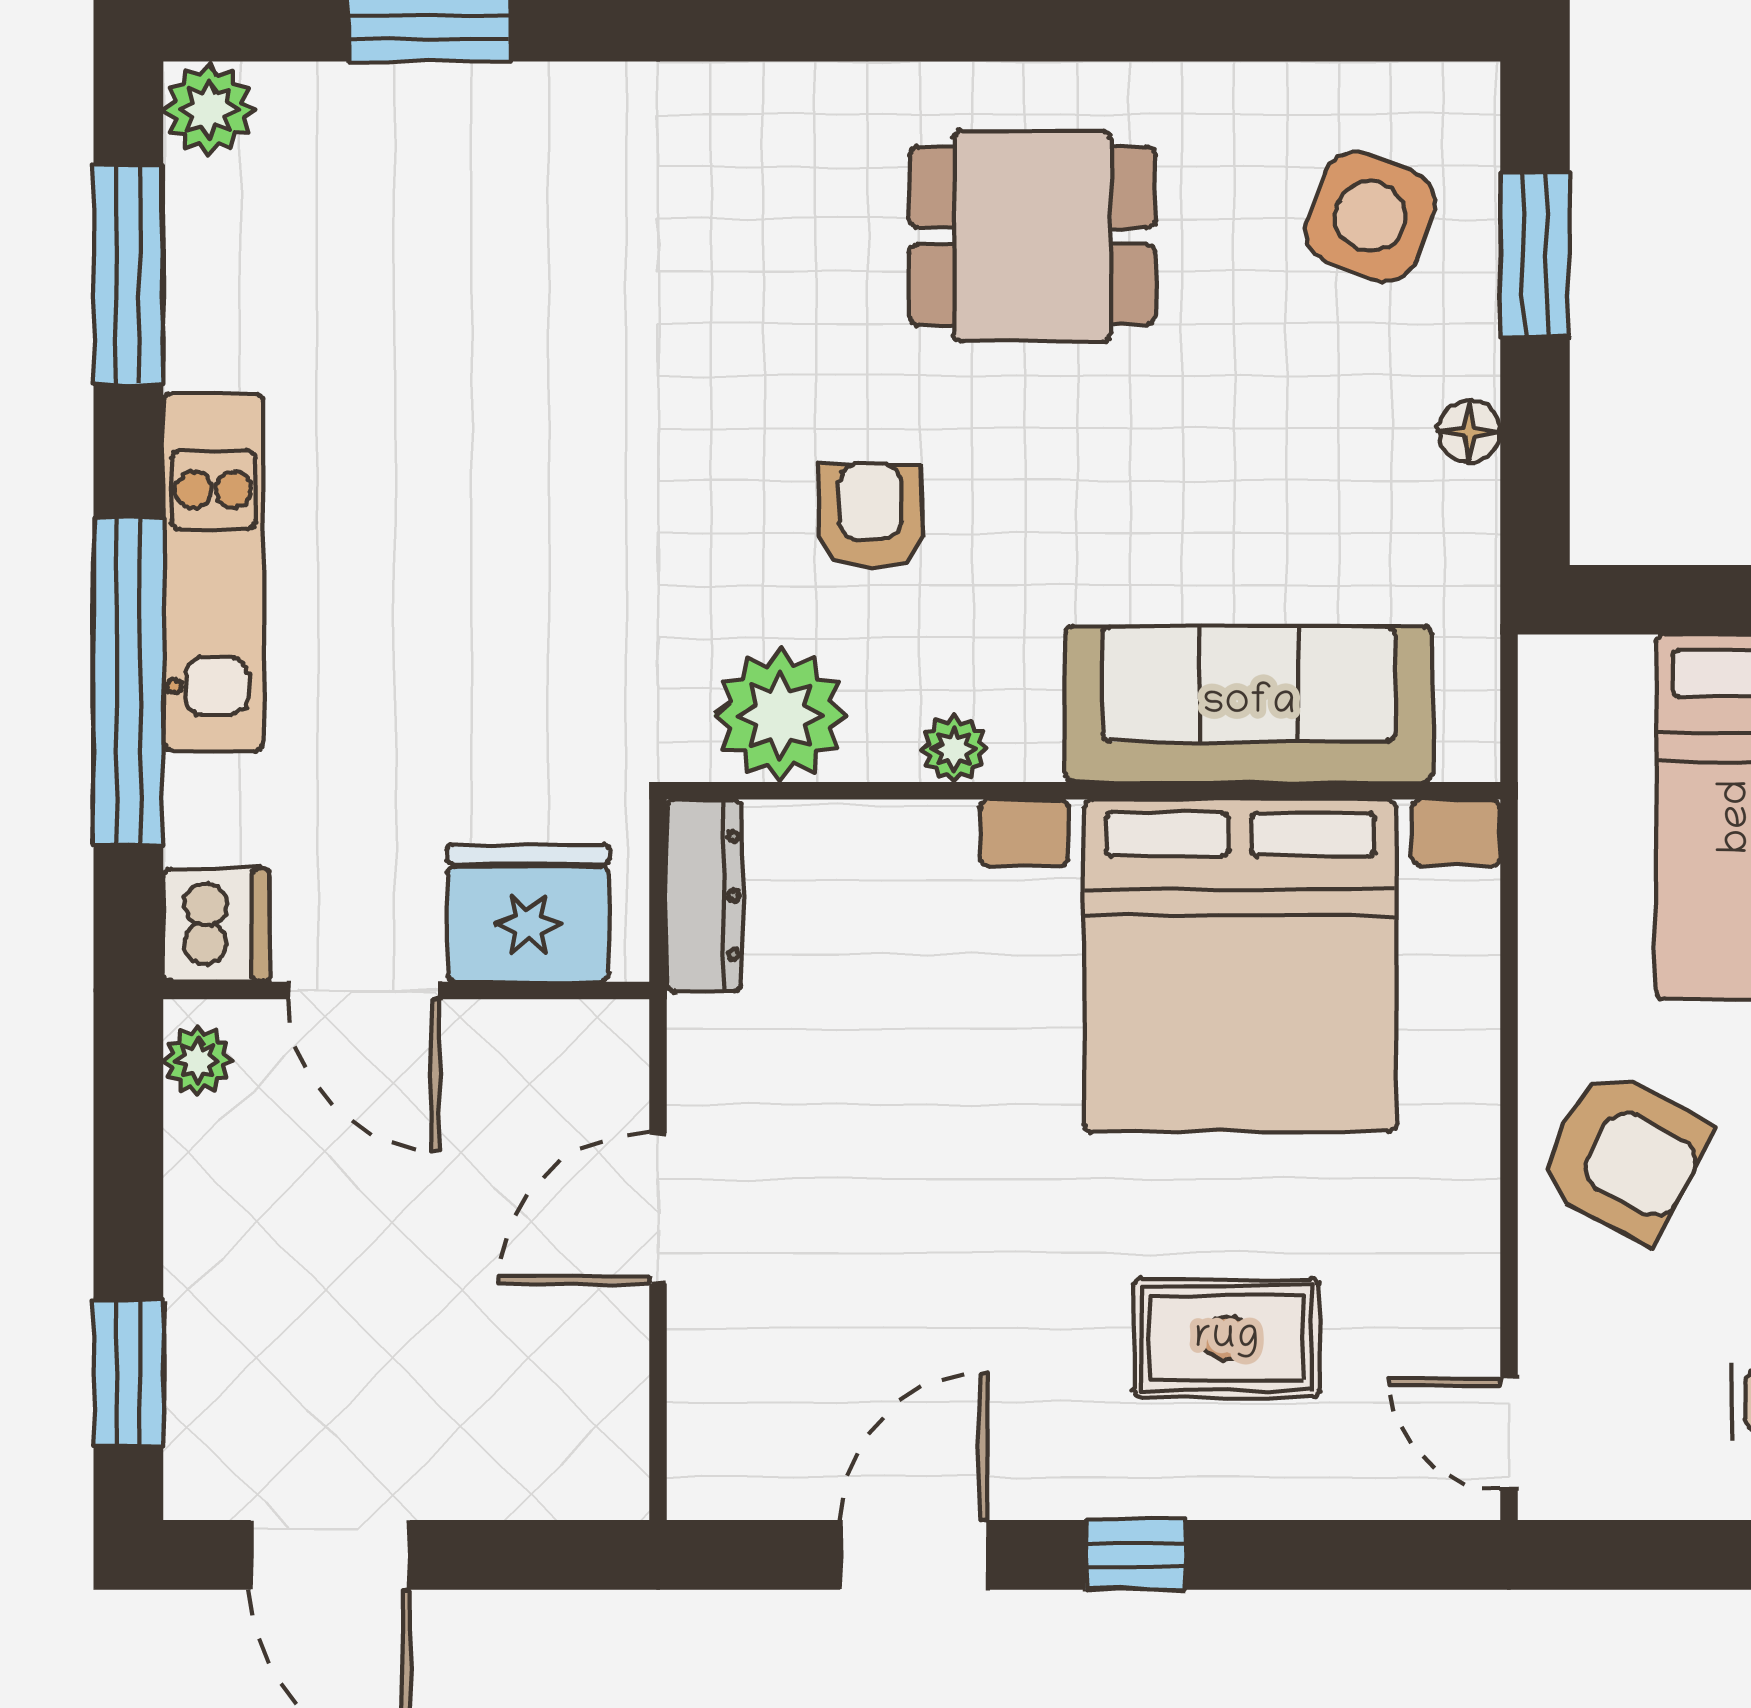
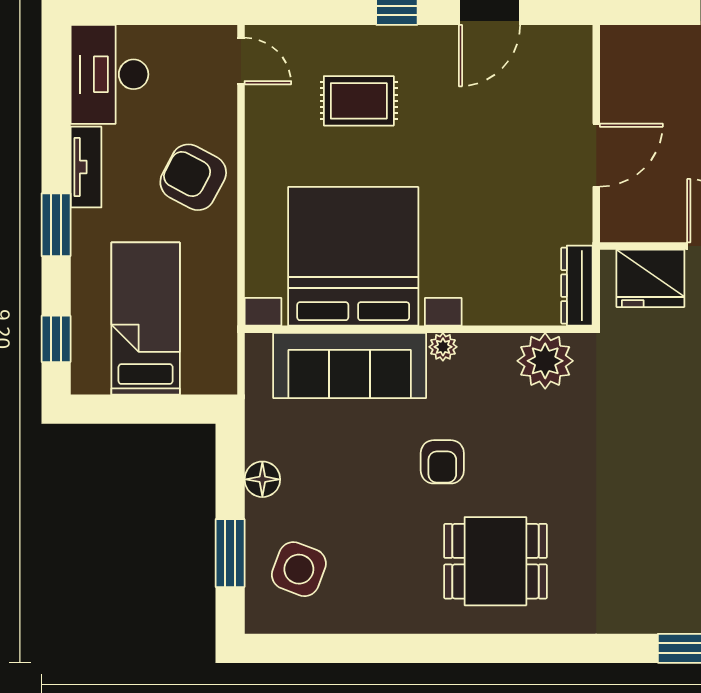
dining table: (1032, 236) -> (495, 561), moved
floor lamp: (1469, 432) -> (262, 479), width x1.37, depth x1.37
armchair: (870, 516) -> (442, 462), moved
plant: (954, 749) -> (443, 347), moved

